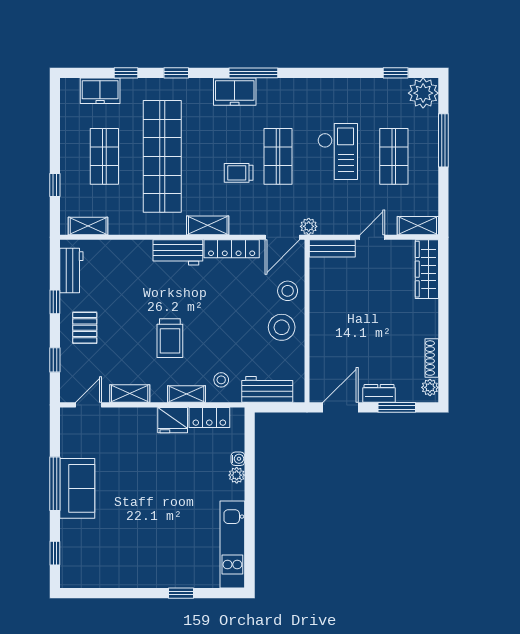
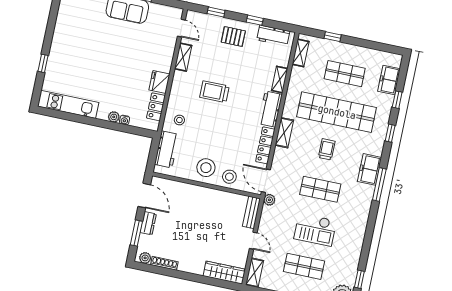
trolley: (239, 173) -> (327, 149), moved
shelving: (187, 394) -> (280, 80), moved

